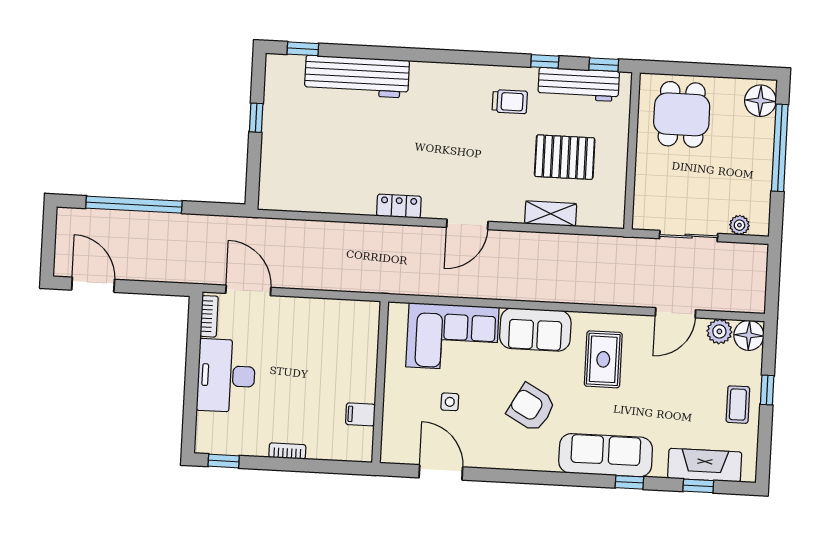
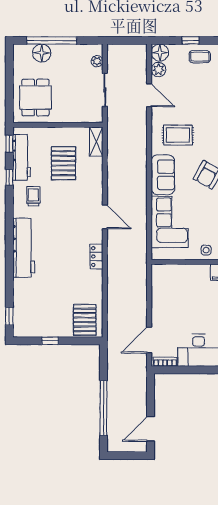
workbench: (357, 77) -> (24, 248), moved
floor lamp: (760, 101) -> (42, 53), moved
dining table: (682, 114) -> (35, 98), turned 90
pallet: (289, 180) -> (85, 320), added
shelving: (551, 214) -> (96, 142), moved
side table: (450, 402) -> (206, 250), moved

